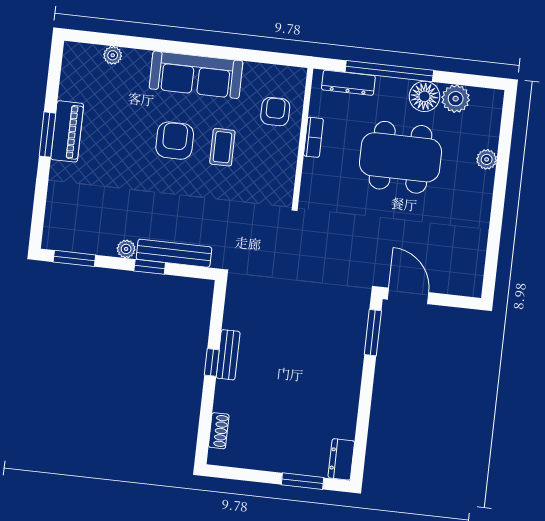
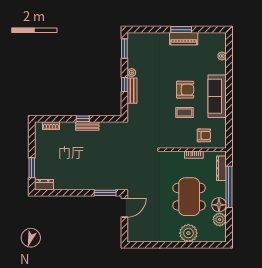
plant: (487, 159) -> (188, 233), width x1.88, depth x1.88
bench: (174, 253) -> (132, 91), width x0.73

